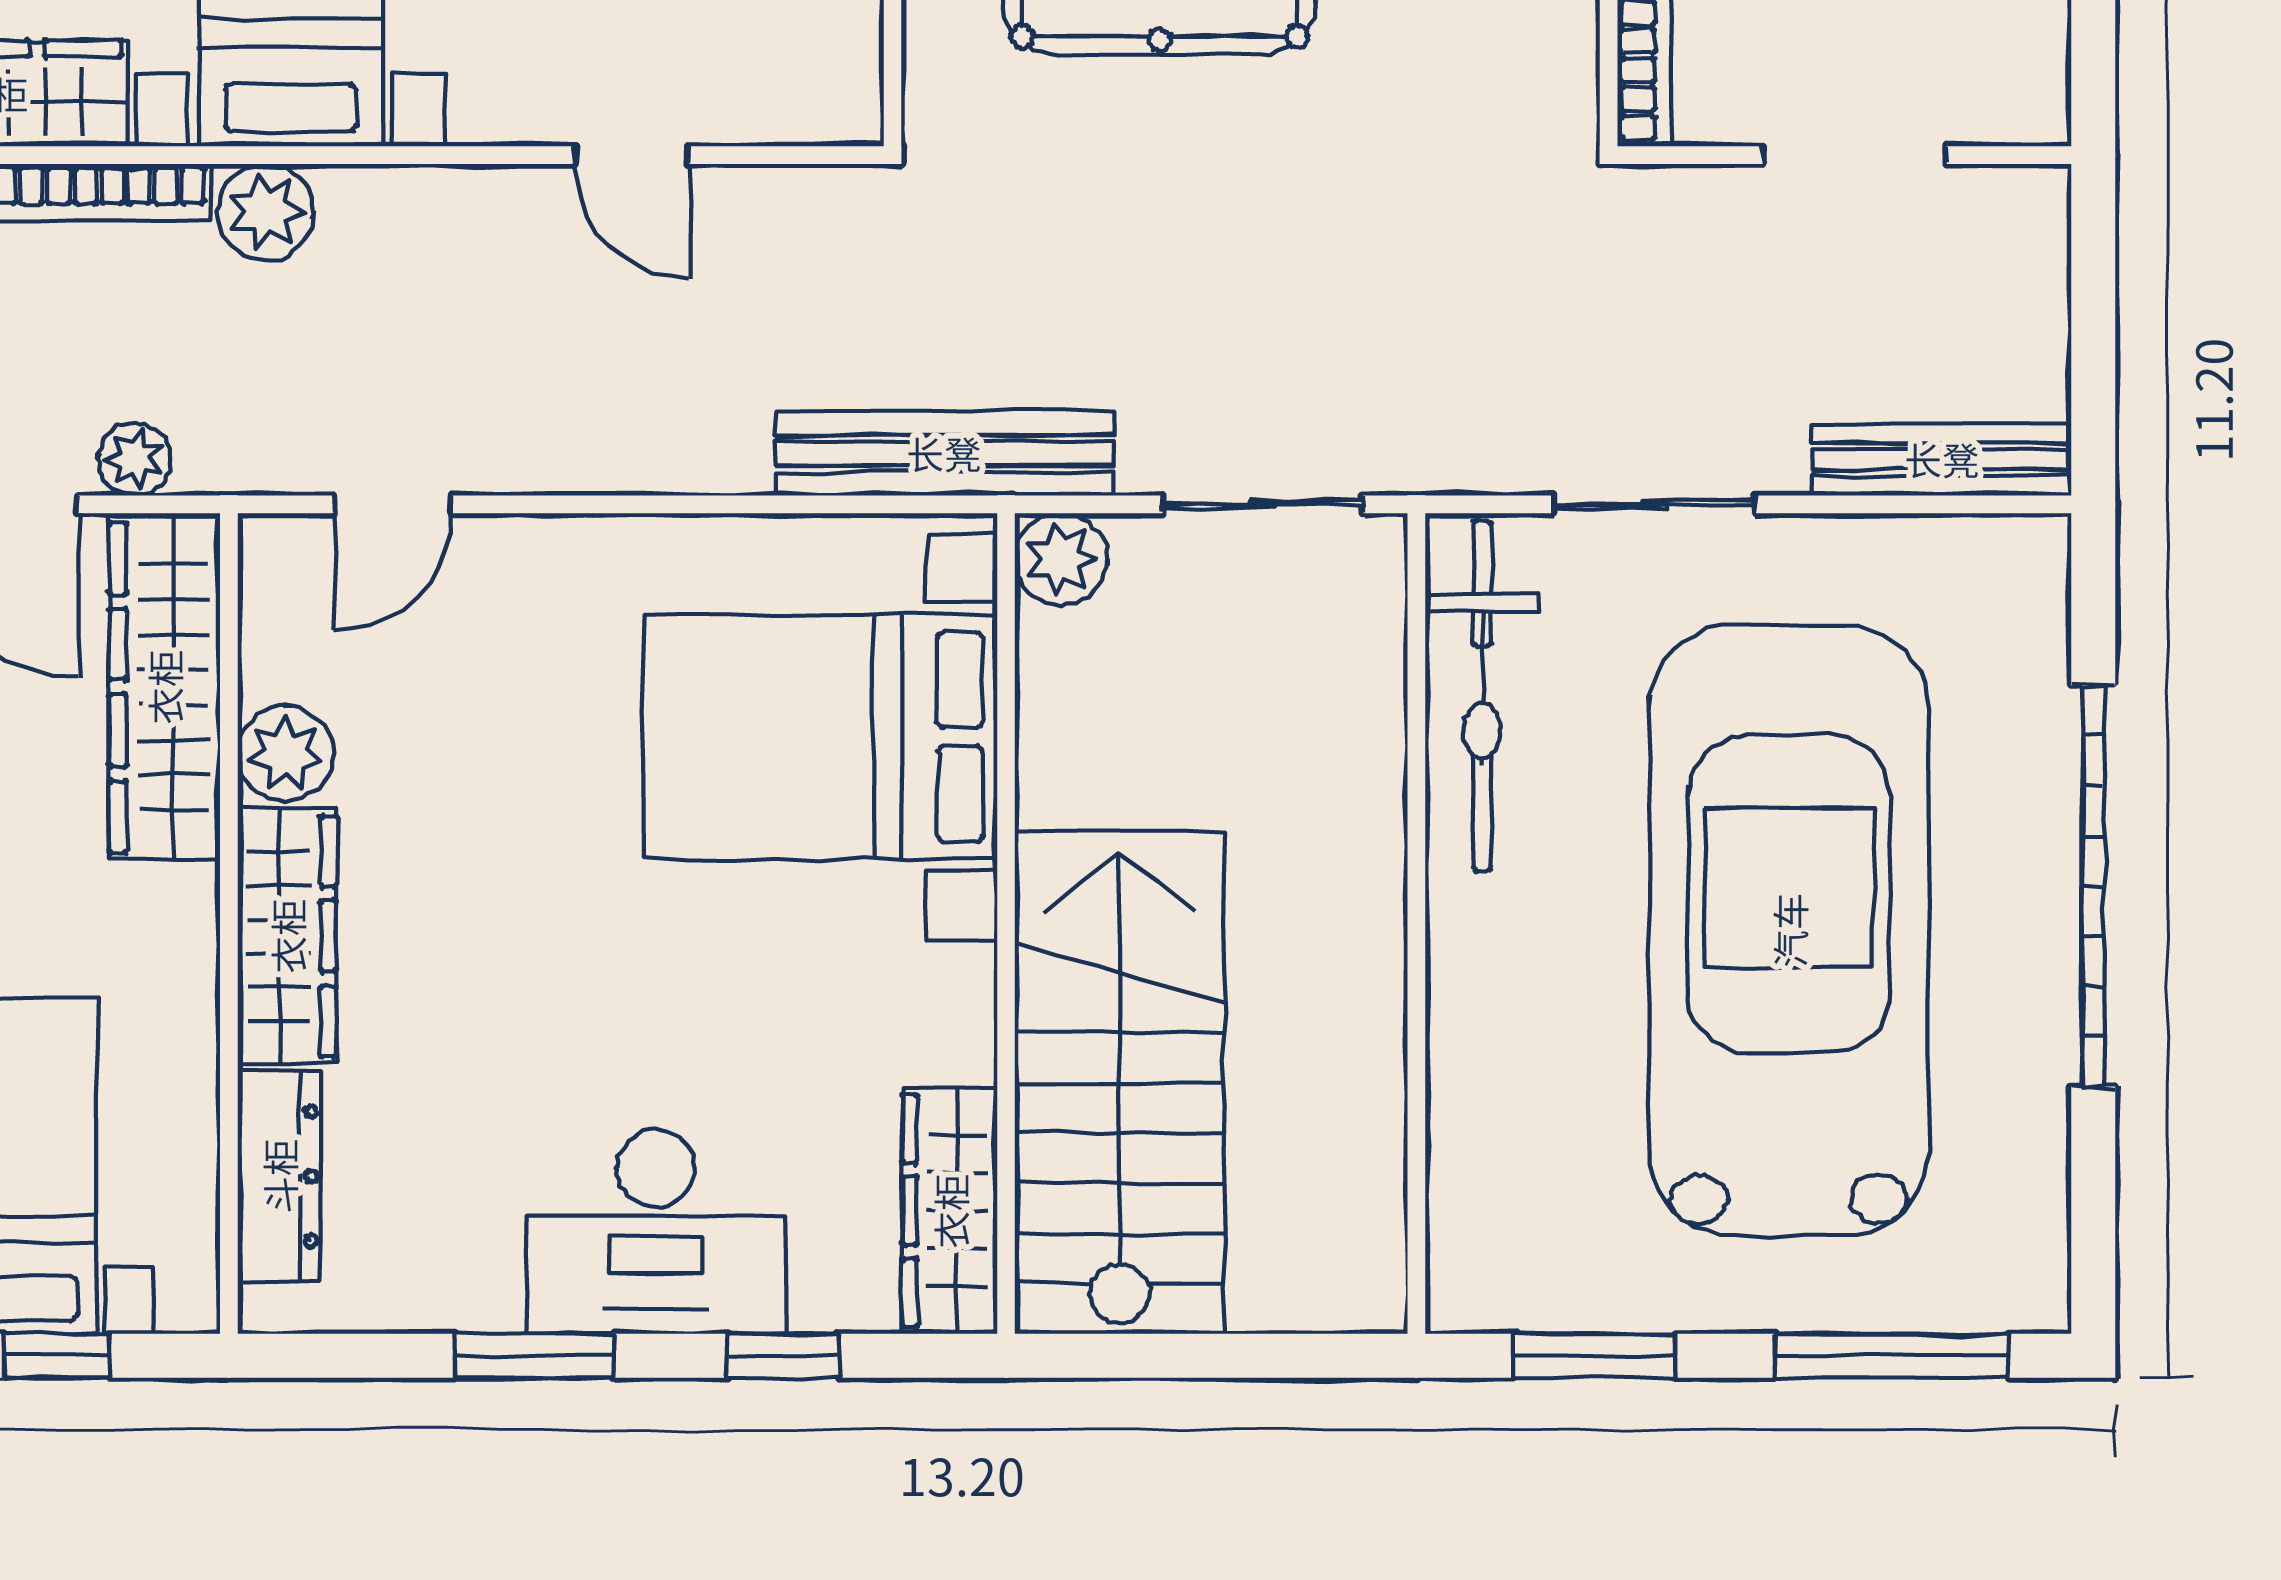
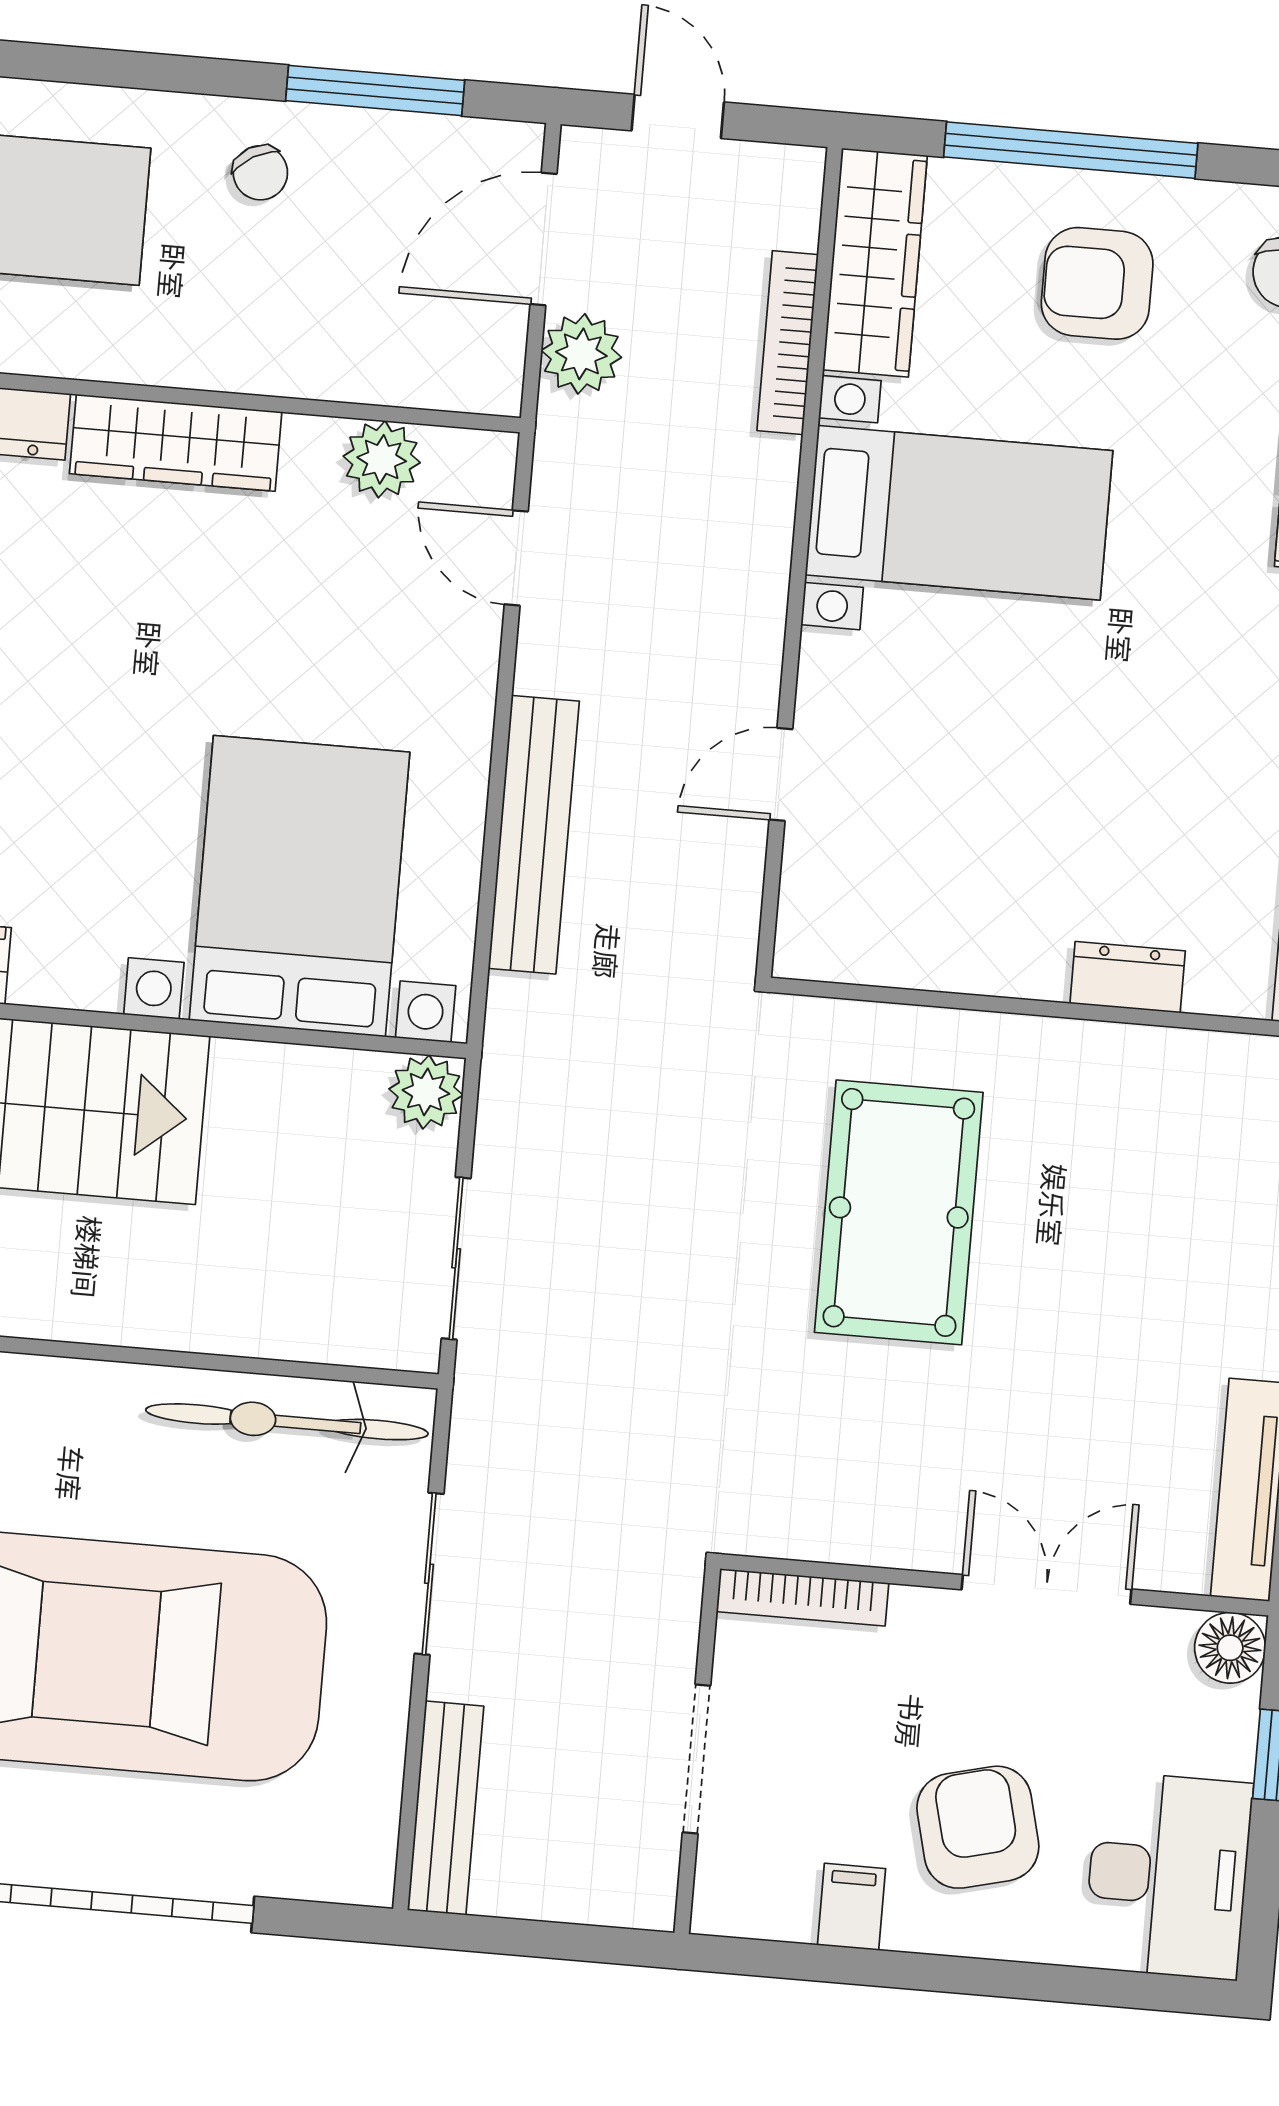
plant: (266, 212) -> (760, 476), removed
bench: (944, 453) -> (534, 835), moved
plant: (134, 459) -> (581, 354), width x1.38, depth x1.38
wardrobe: (164, 687) -> (385, 361), removed
plant: (286, 754) -> (382, 459), moved

